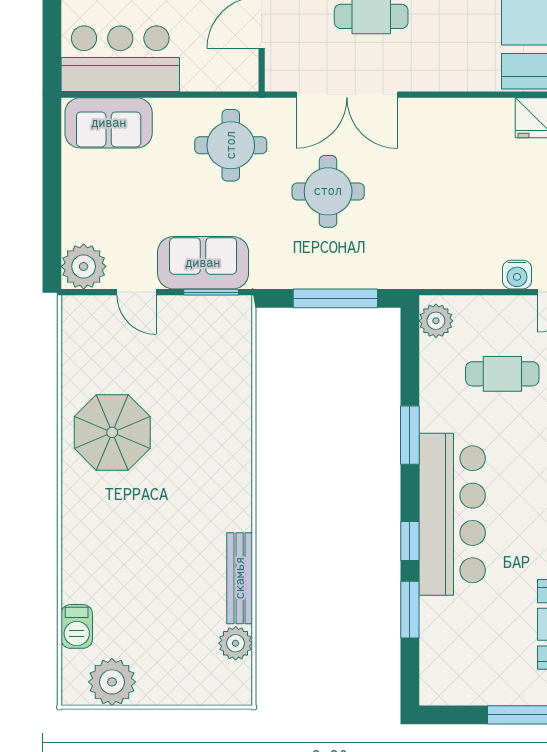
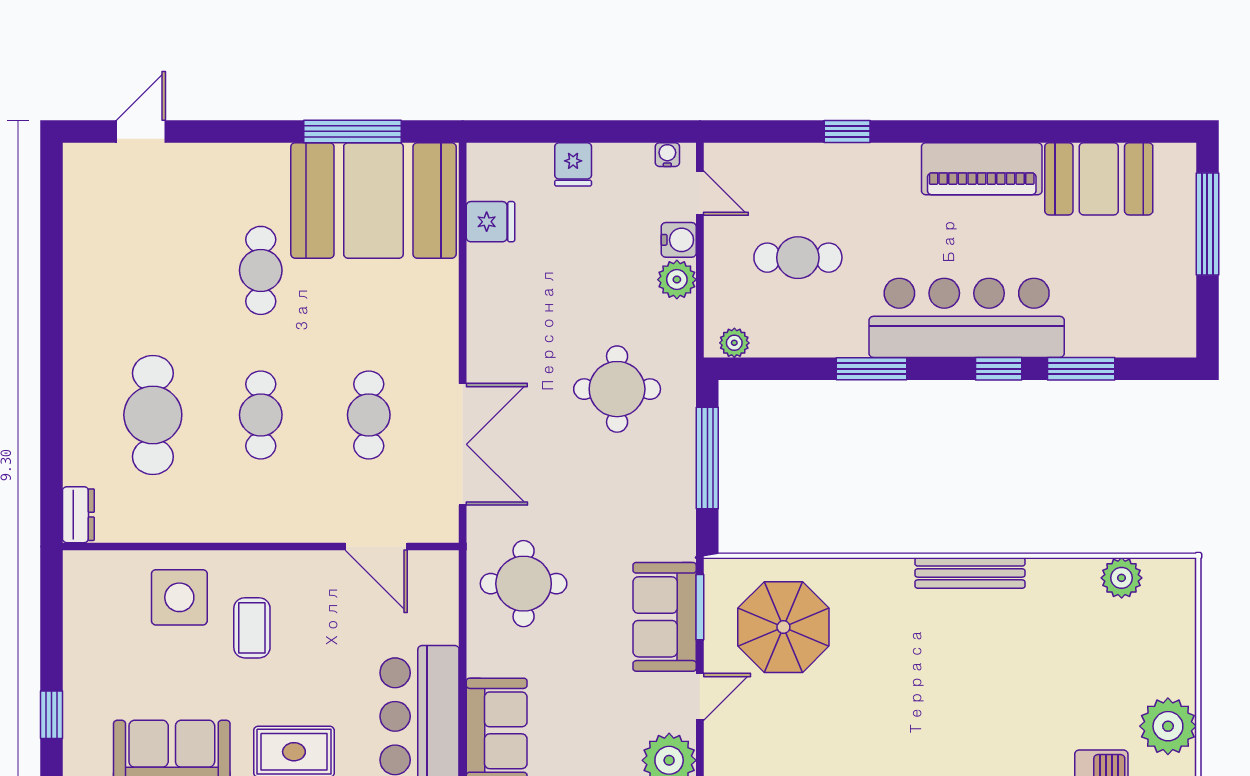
round table: (328, 191) -> (617, 389), moved
plant: (484, 273) -> (677, 280), added
plant: (436, 321) -> (734, 343), width x0.73, depth x0.73
cafe table: (502, 374) -> (798, 258), turned 90
parasol: (112, 432) -> (783, 627), moved
bench: (240, 578) -> (970, 573), moved

